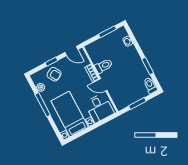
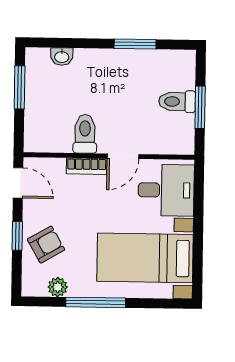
door: (71, 51) -> (18, 183), hinge flipped
toilet: (150, 85) -> (177, 102), moved

